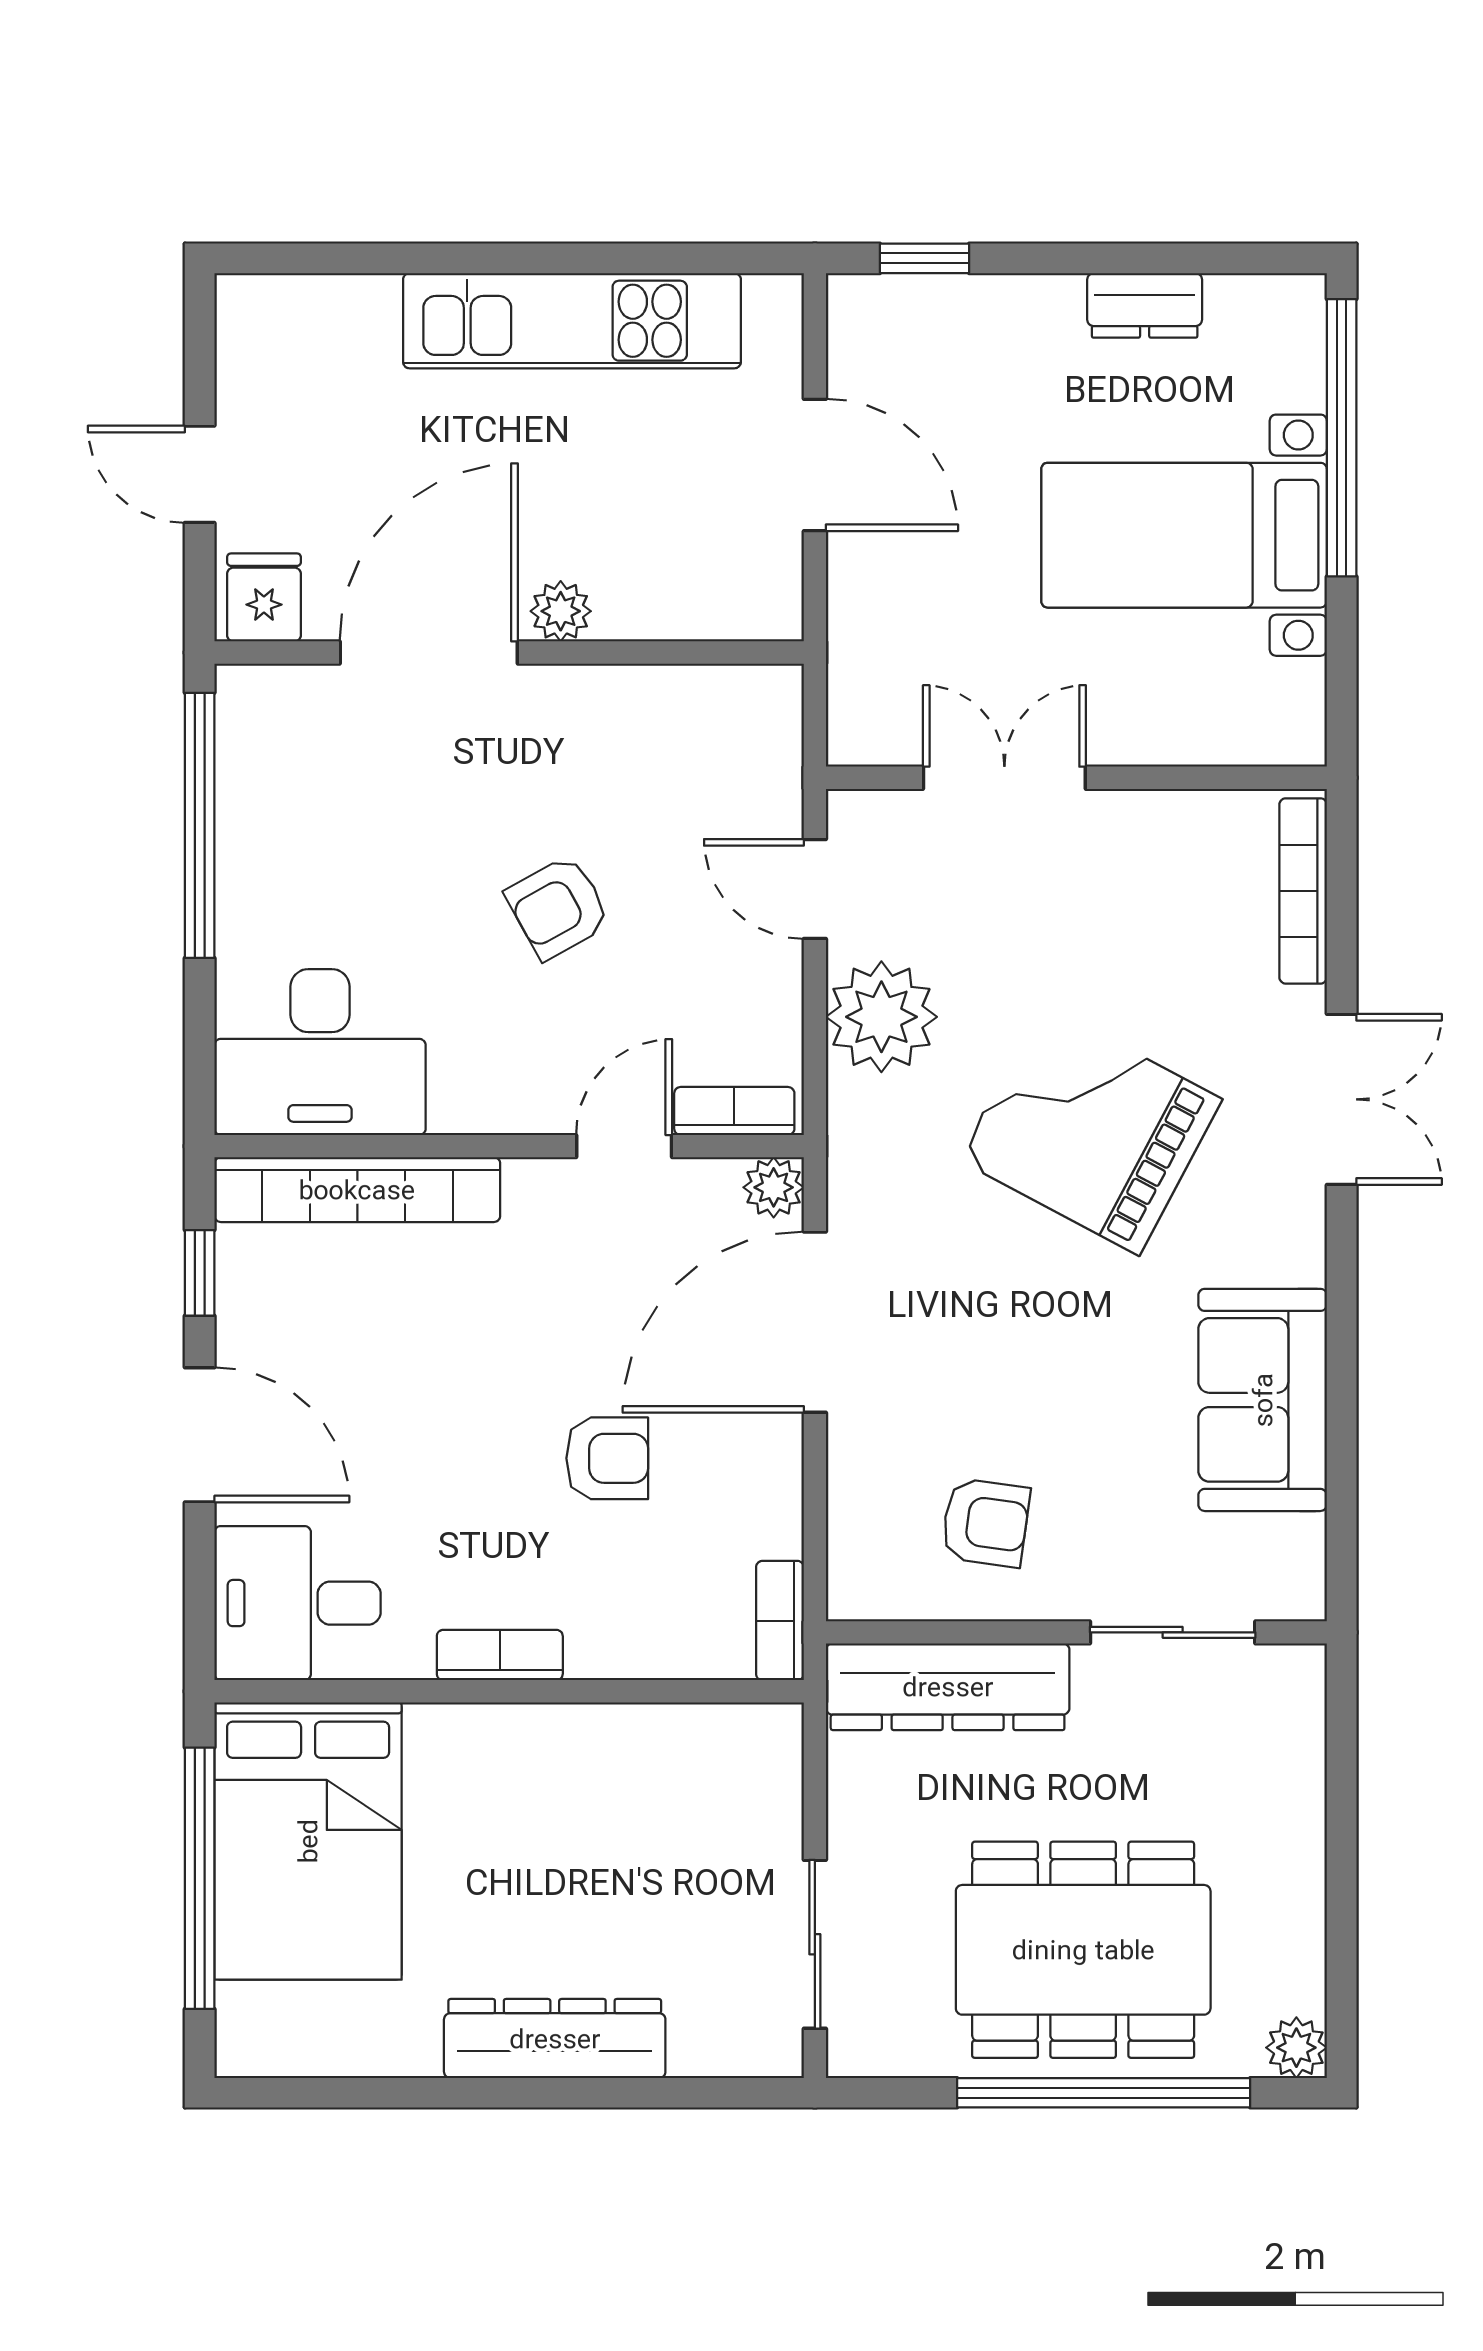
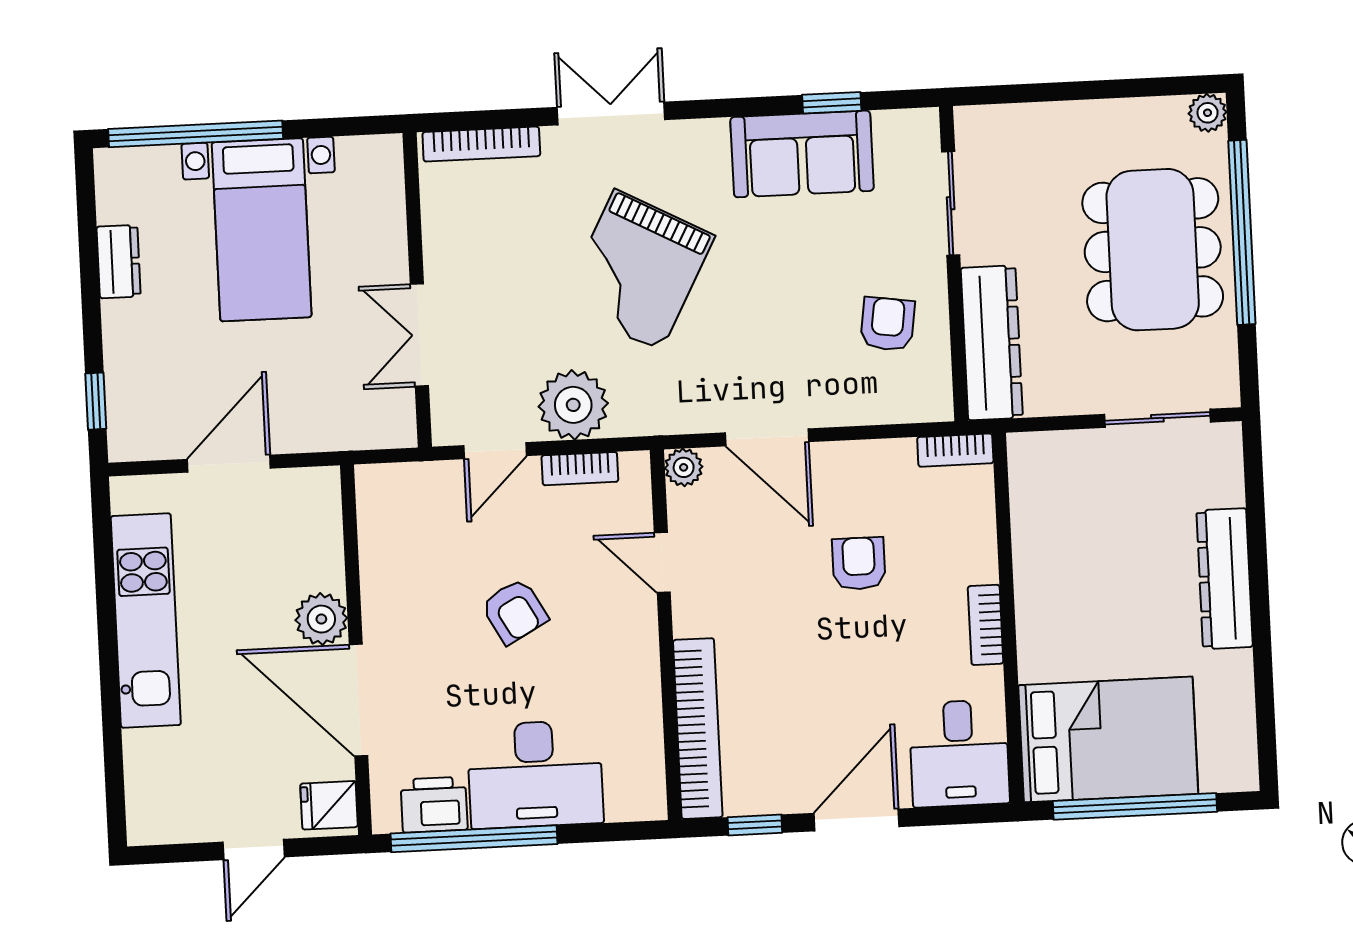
plant: (561, 611) -> (321, 619), width x1.38, depth x1.38
printer: (257, 765) -> (434, 805), added
desk: (320, 1052) -> (535, 774), moved, turned 90
bookcase: (734, 1111) -> (580, 469), moved, turned -90
door: (815, 1322) -> (767, 437), width x0.73
window: (1342, 1451) -> (832, 103), added

